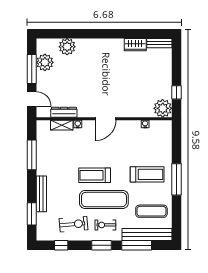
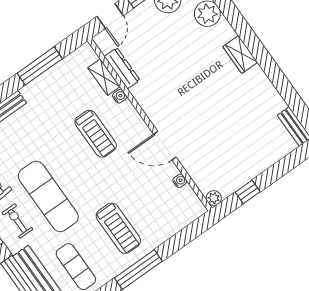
wardrobe: (135, 45) -> (240, 54), moved
plant: (163, 108) -> (214, 198), width x0.53, depth x0.53
door: (105, 119) -> (165, 146), moved
treadmill: (95, 175) -> (96, 134), moved, turned 180

